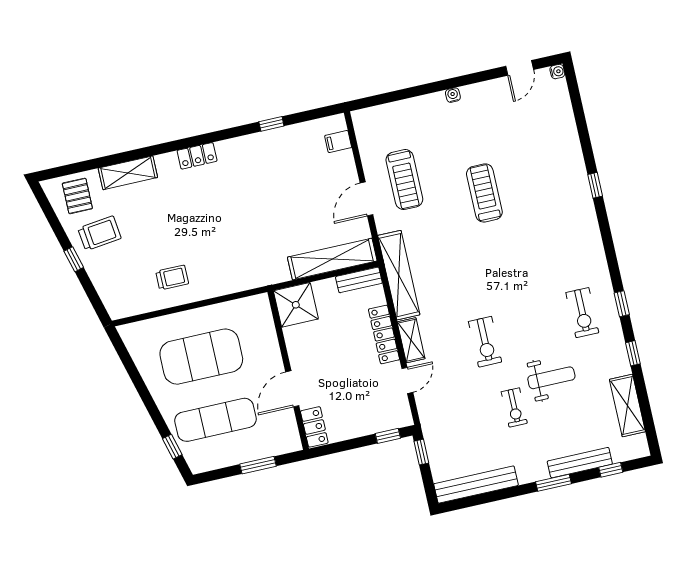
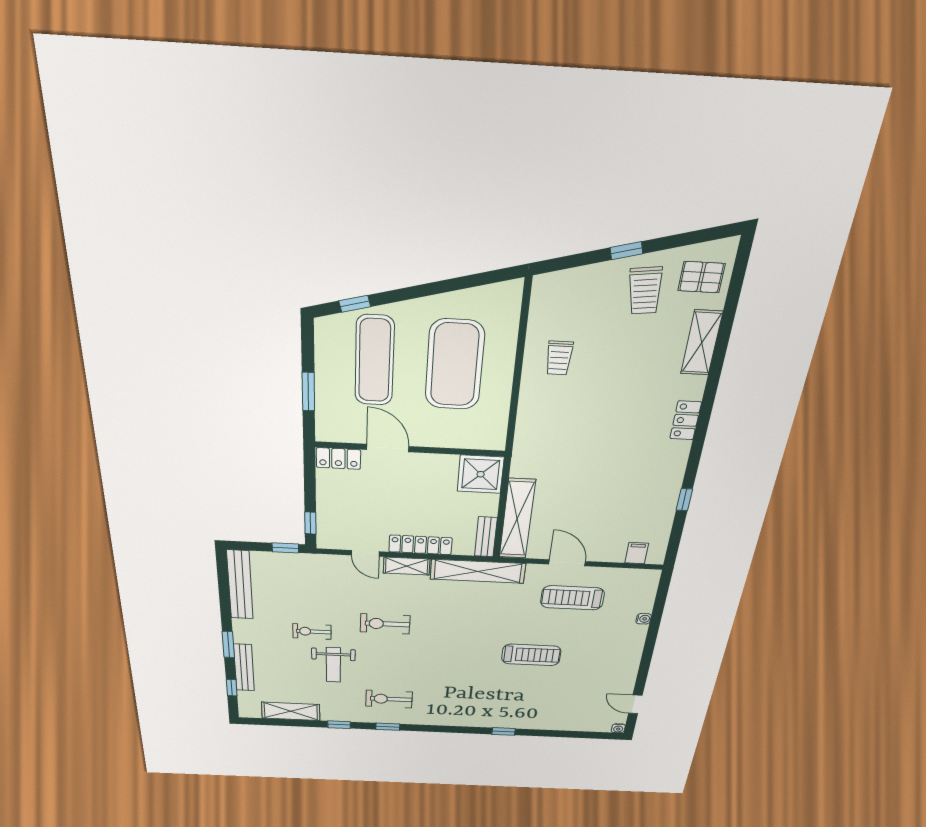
water cooler: (453, 95) -> (644, 619), moved

